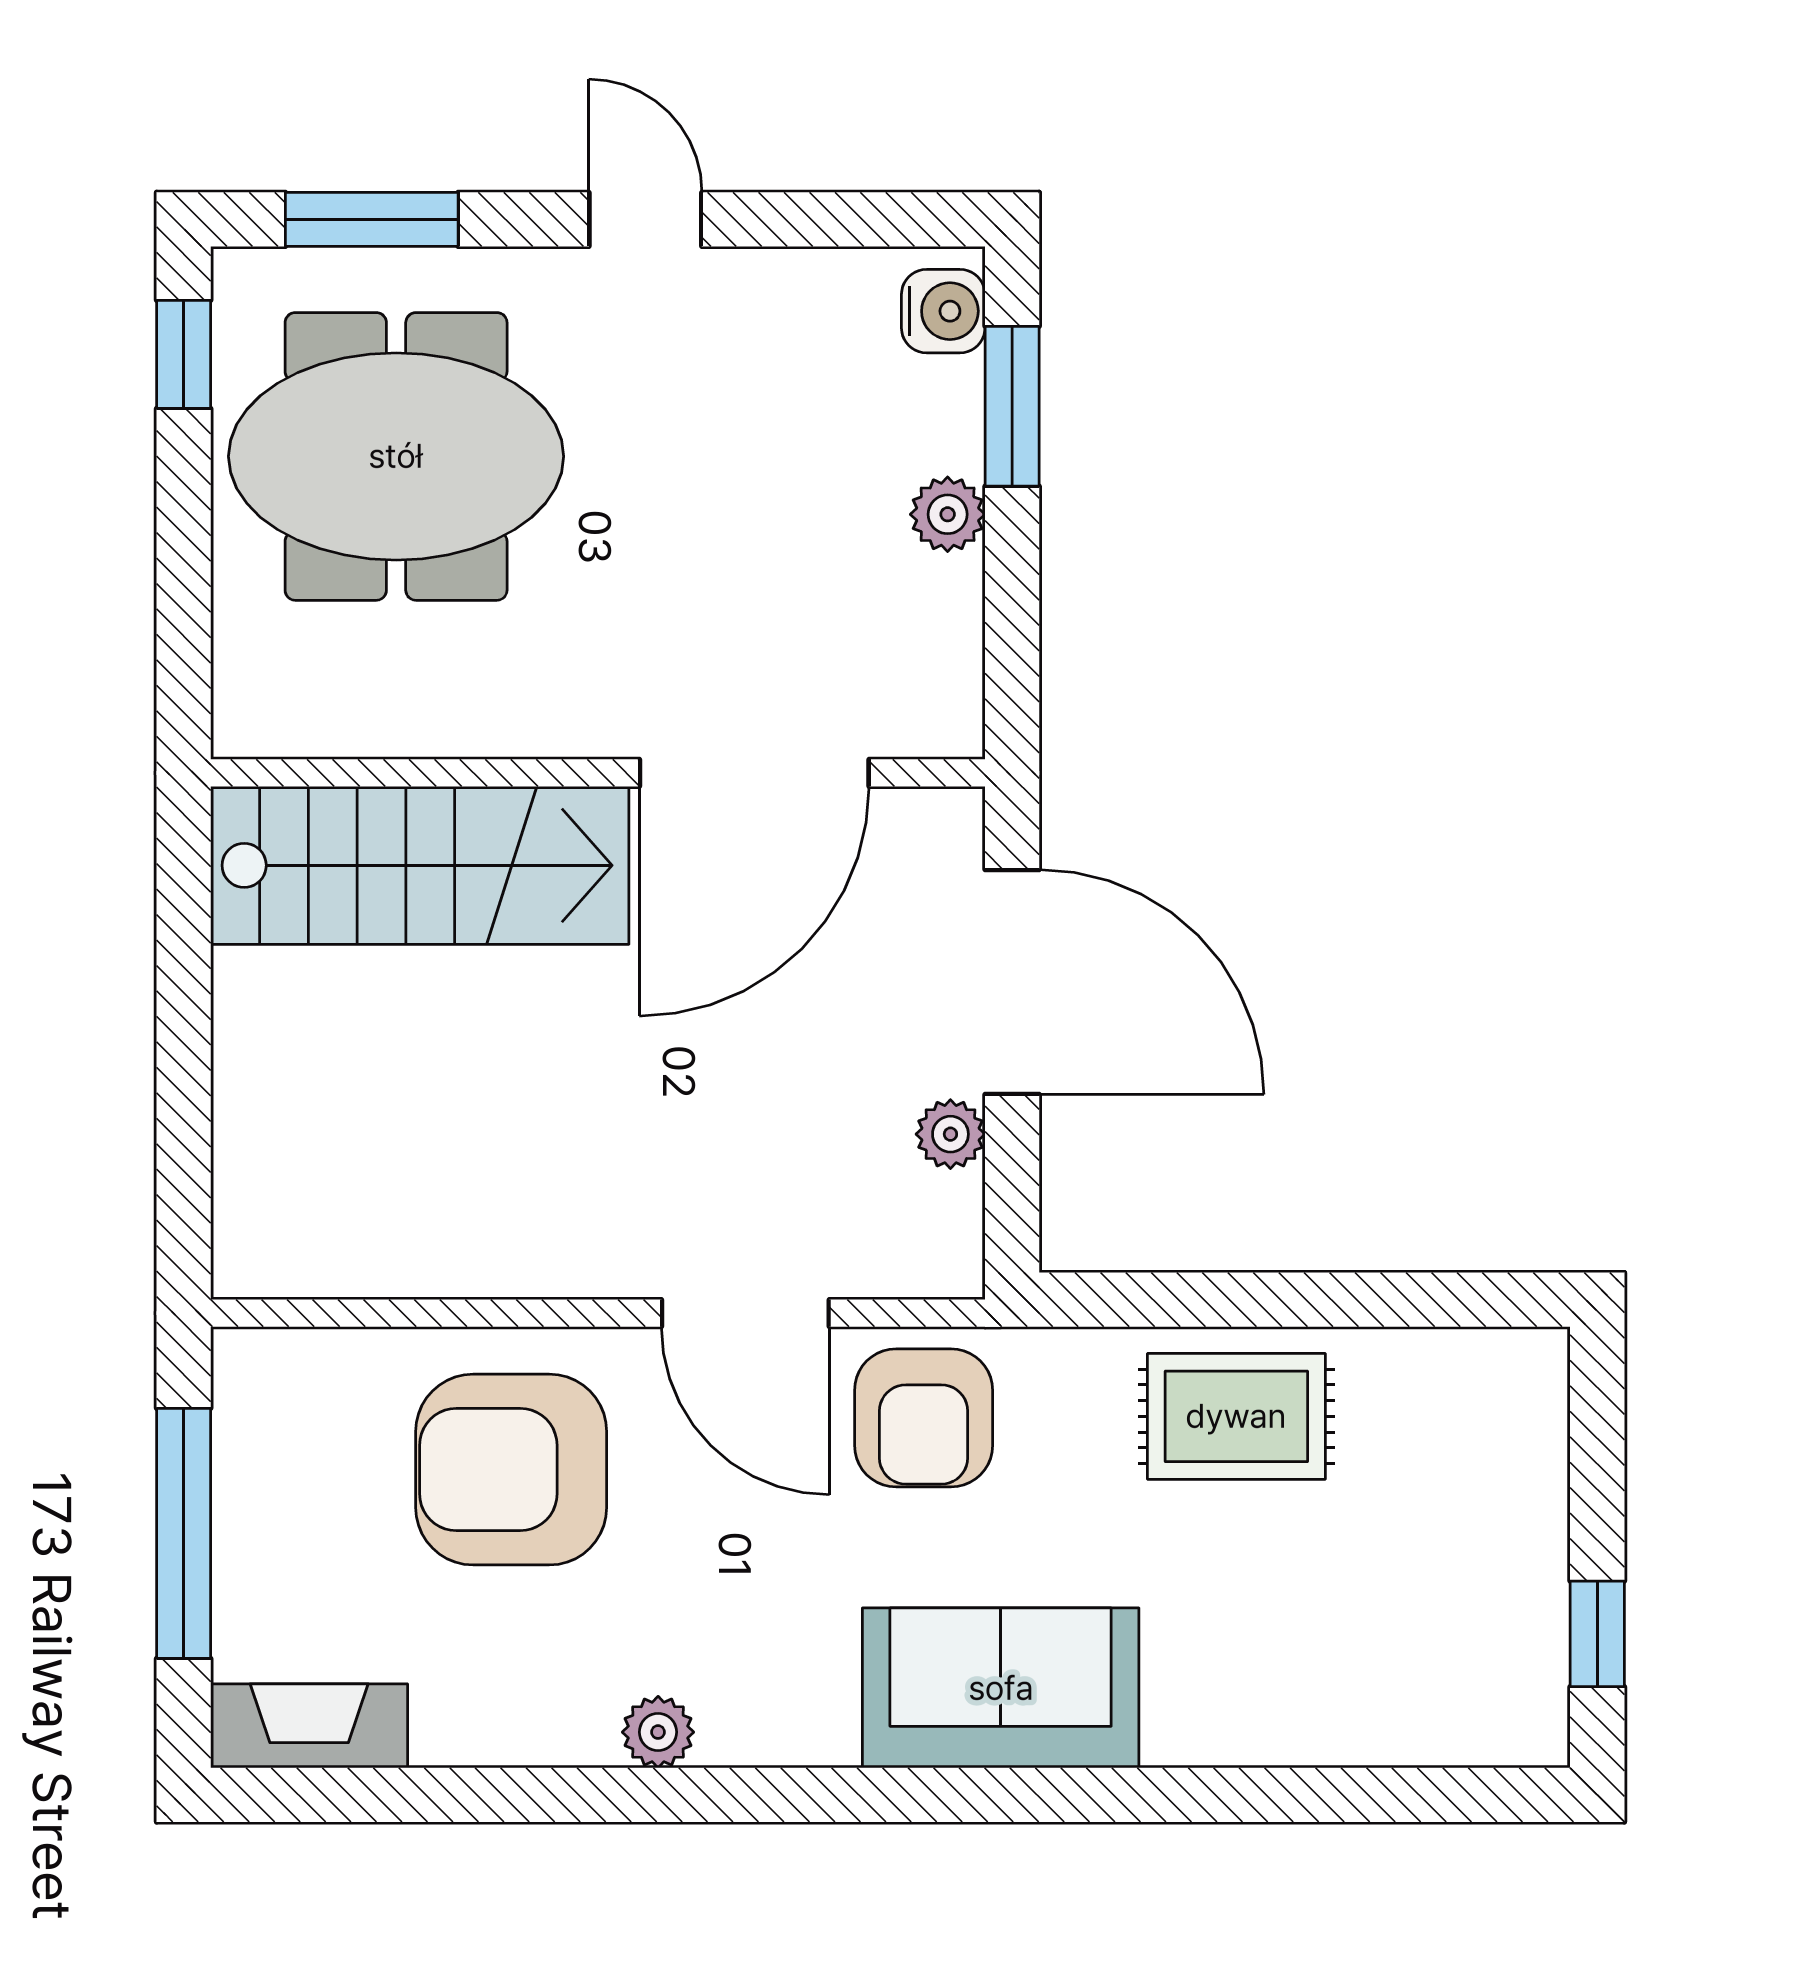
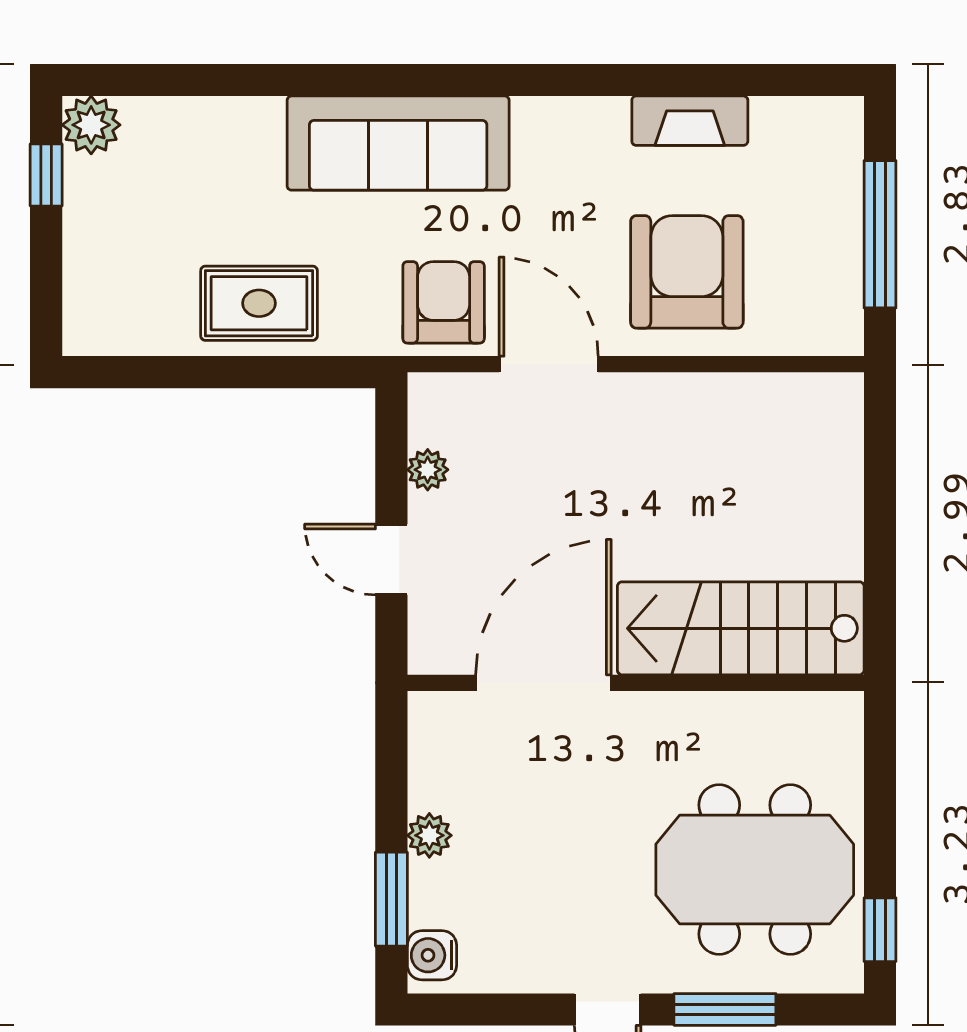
window: (372, 219) -> (725, 1009), moved
door: (1012, 982) -> (391, 559), width x0.53
armchair: (511, 1470) -> (687, 272), turned -90
sofa: (1001, 1688) -> (398, 143), width x1.36
fireplace: (309, 1726) -> (690, 121), moved
plant: (658, 1732) -> (91, 125), moved, width x1.38, depth x1.38

